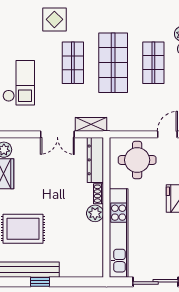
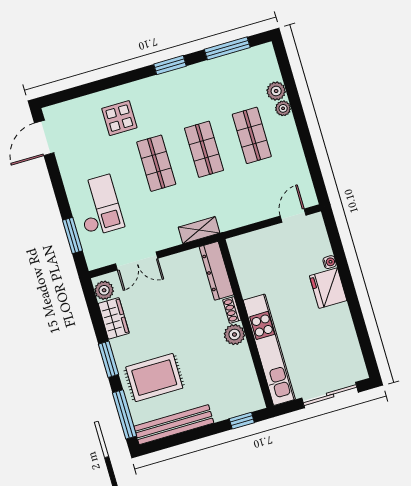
shop shelf: (113, 63) -> (204, 149), width x0.70, depth x0.74
double door: (57, 134) -> (137, 261), moved
round table: (137, 160) -> (266, 257), removed
window: (40, 282) -> (242, 421), moved

